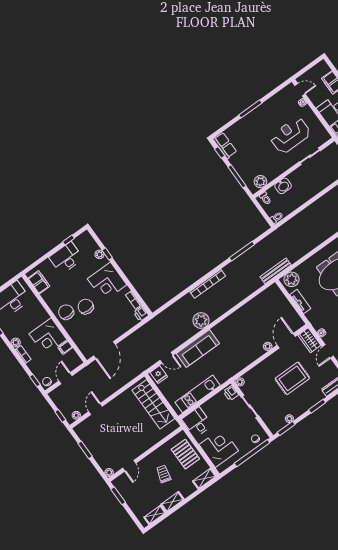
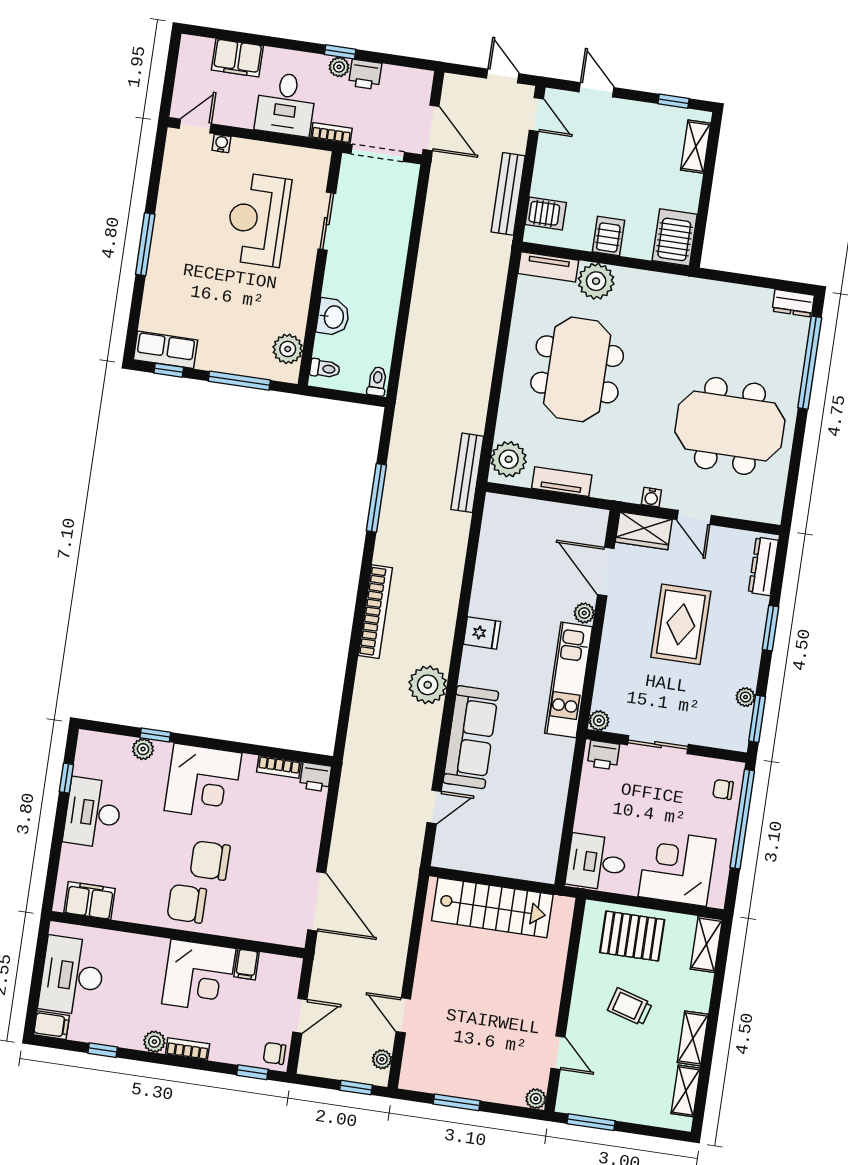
fridge: (159, 375) -> (482, 633), moved
door: (65, 378) -> (300, 1016), swing flipped
kitchen unit: (198, 394) -> (569, 680), moved

